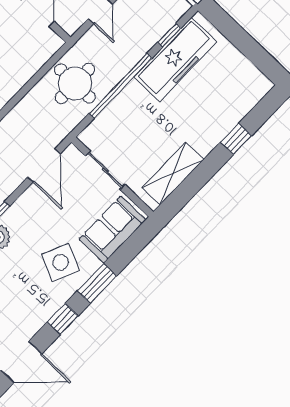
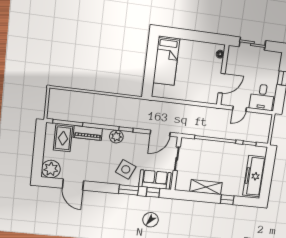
freezer: (175, 59) -> (254, 176), moved, turned 90
round table: (75, 83) -> (203, 121), removed
shelving: (173, 174) -> (206, 187), moved
window: (63, 319) -> (153, 192), moved

